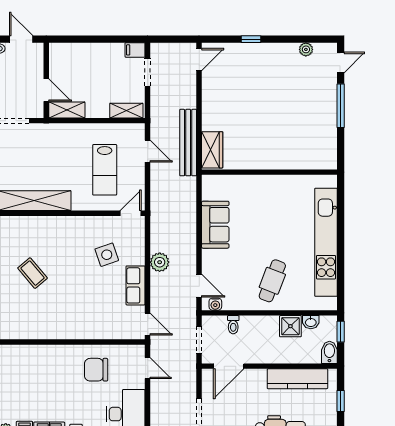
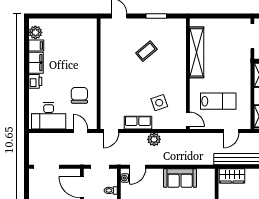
lab bench: (105, 170) -> (218, 101), turned 180
door: (148, 368) -> (80, 131), swing flipped

